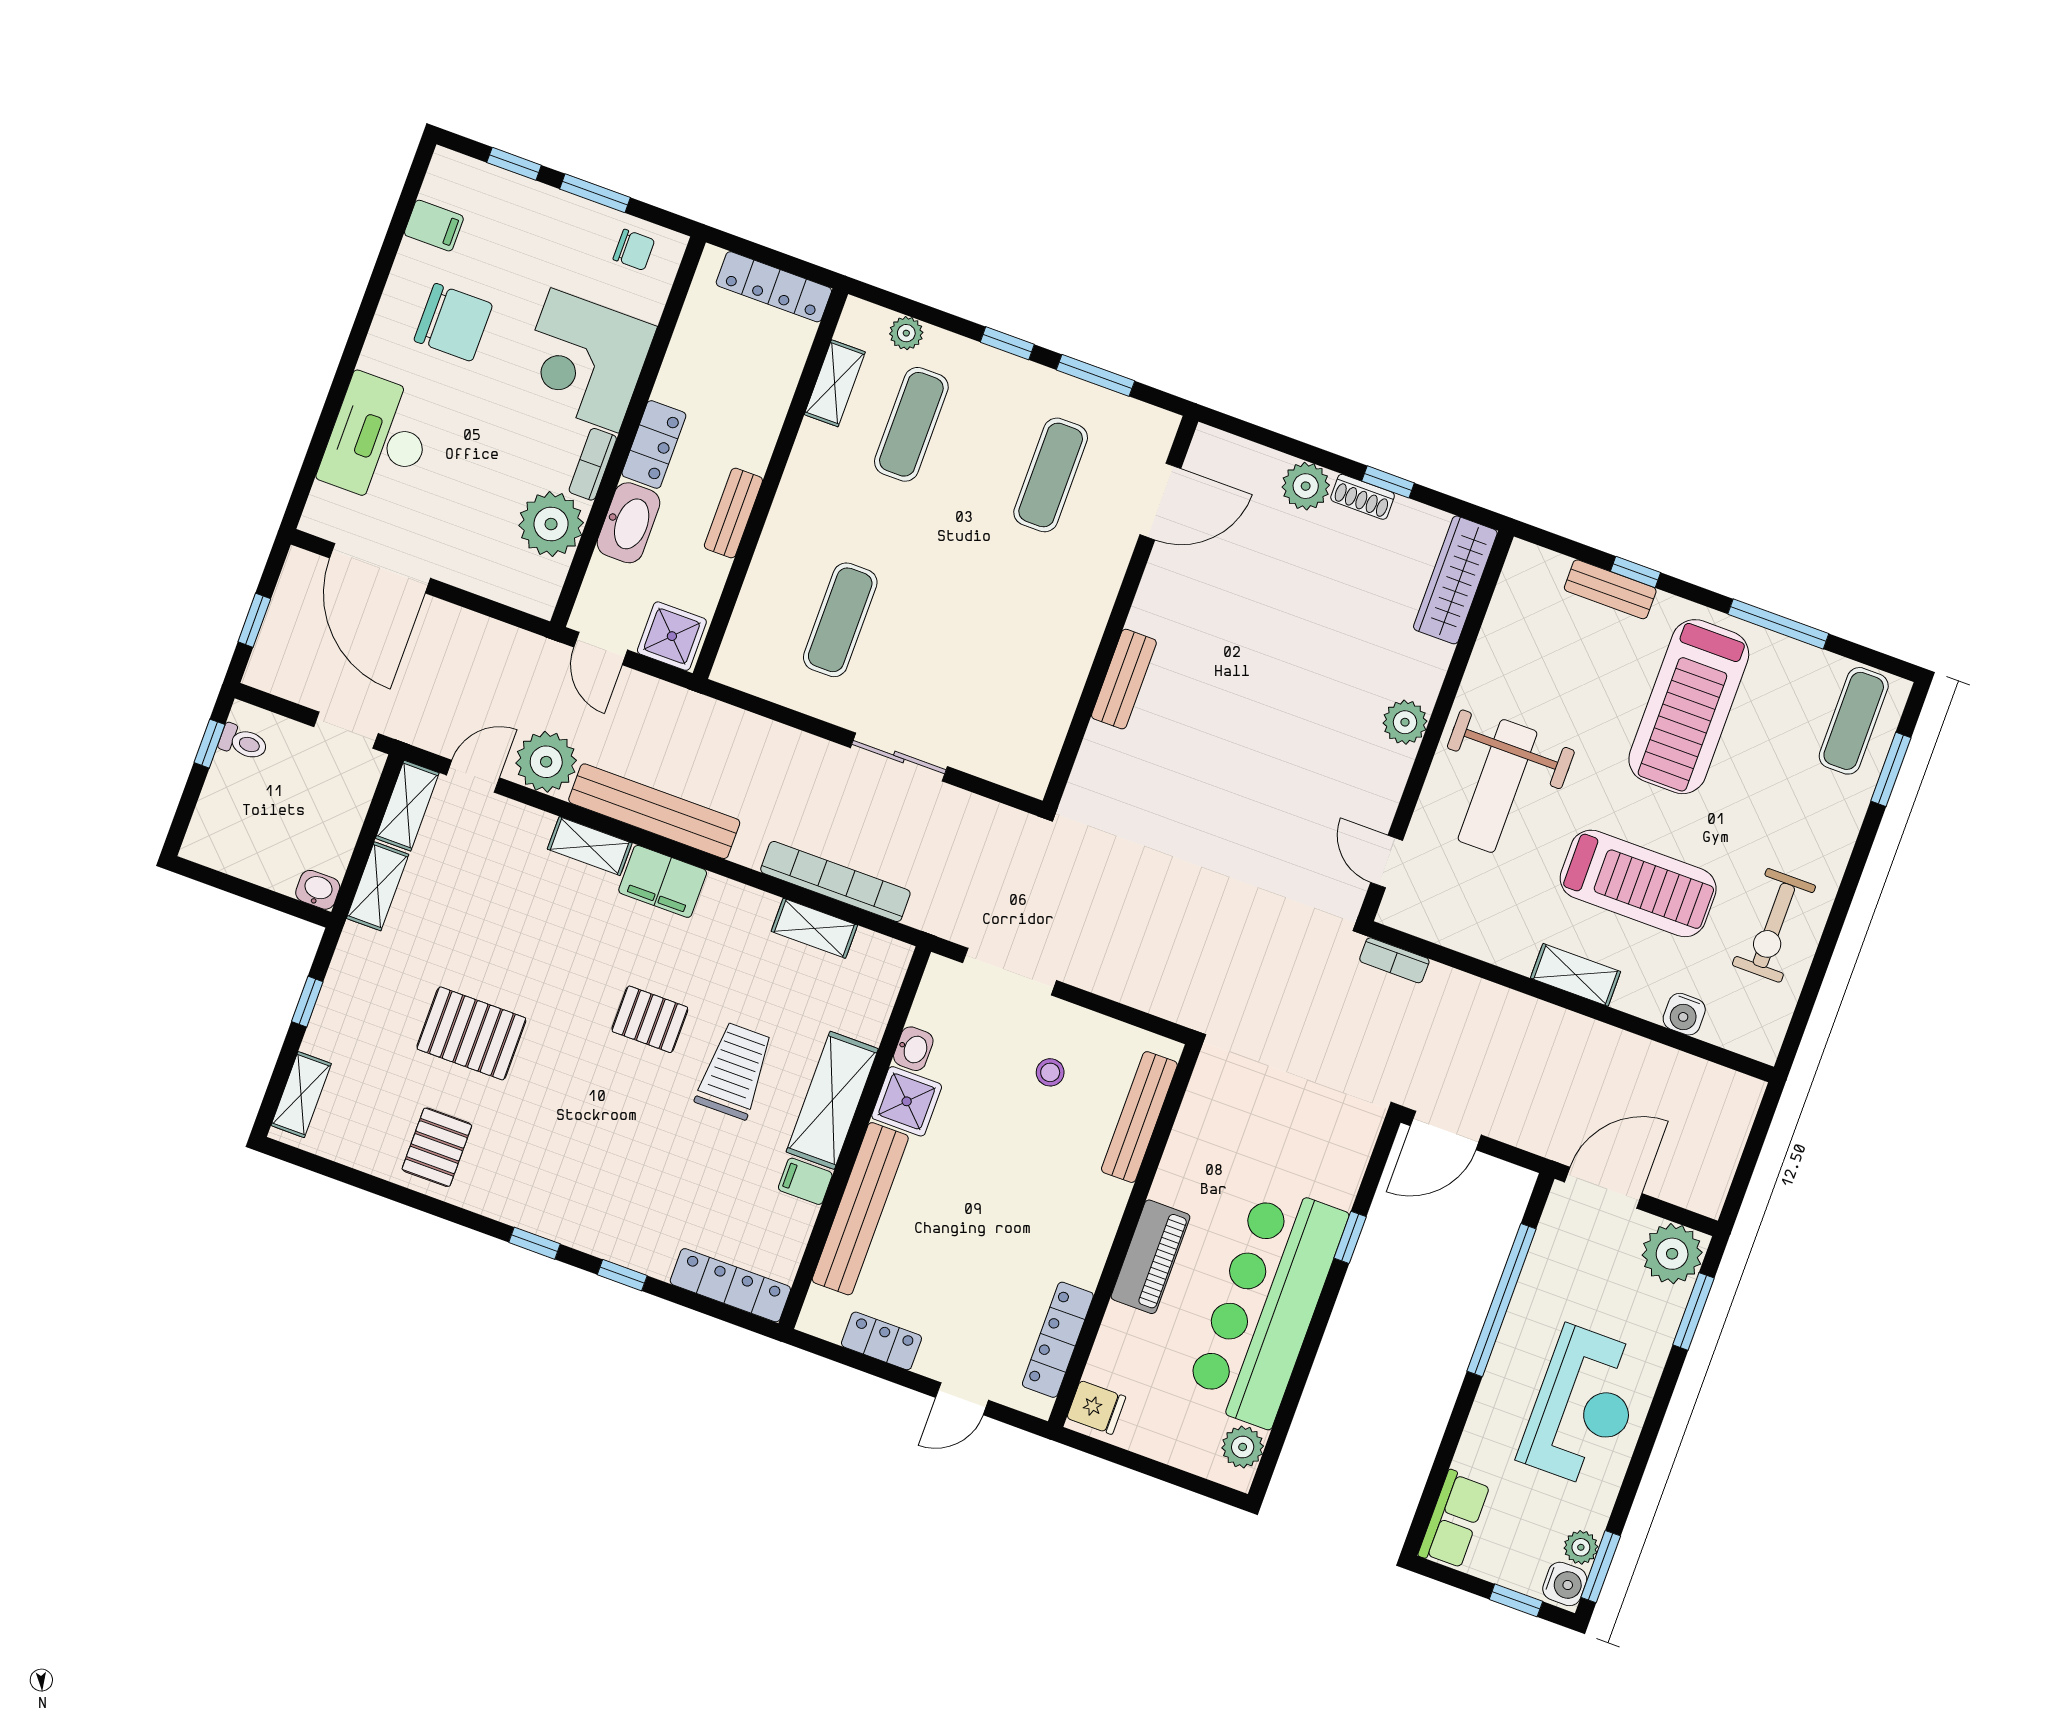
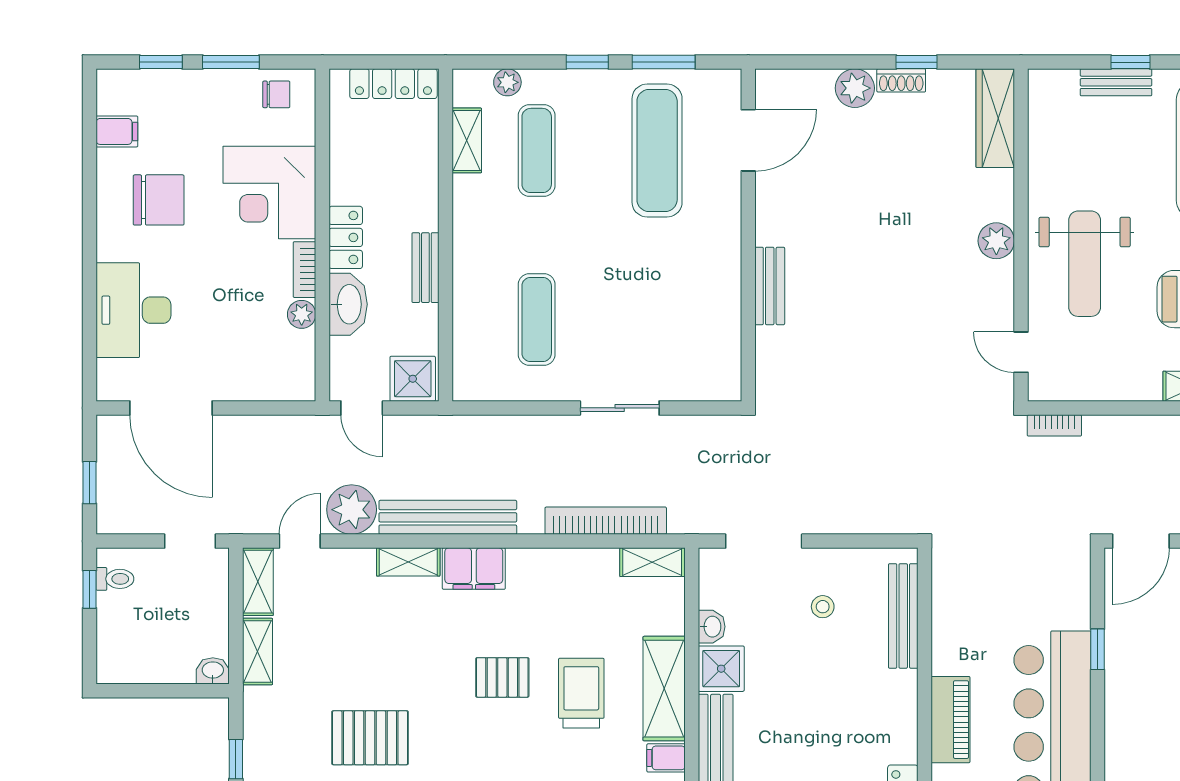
exercise mat: (1051, 475) -> (657, 150), width x1.36, depth x1.45
plant: (551, 524) -> (302, 314), width x0.53, depth x0.53
shelving: (814, 928) -> (652, 562), moved

